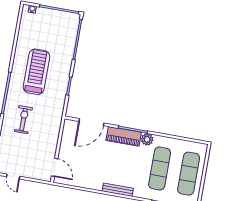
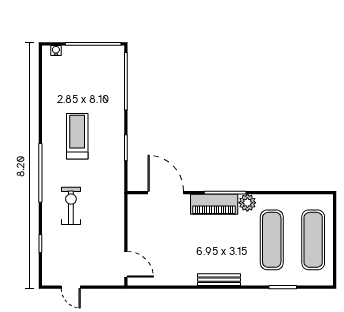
treadmill: (36, 72) -> (77, 136), width x0.73, depth x0.73
door: (91, 122) -> (166, 193), swing flipped

